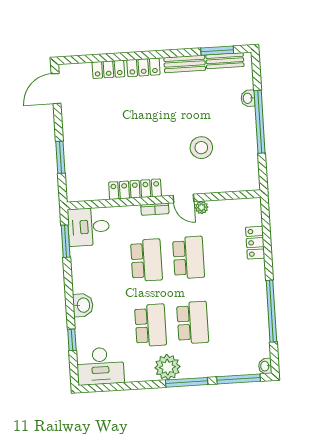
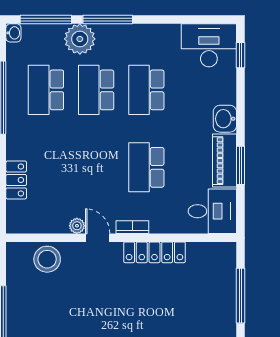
stool: (201, 148) -> (47, 259), moved
window: (60, 157) -> (241, 296), width x1.44
window: (66, 241) -> (241, 165), moved
school desk: (189, 258) -> (46, 90), moved
piano: (81, 270) -> (225, 161), added
window: (72, 340) -> (241, 55), moved
plant: (167, 367) -> (80, 39), moved

